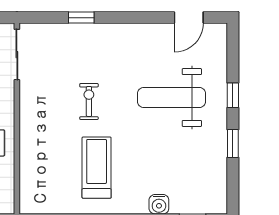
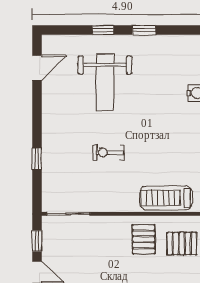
door: (189, 18) -> (37, 68), hinge flipped
treadmill: (97, 168) -> (166, 198), moved

